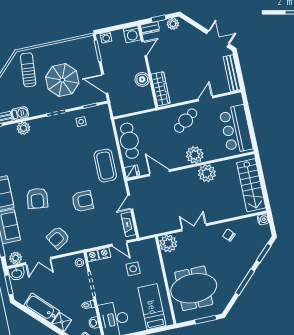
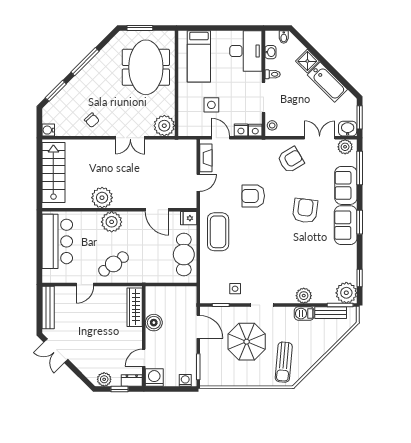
meeting table: (194, 288) -> (146, 67), turned 90

